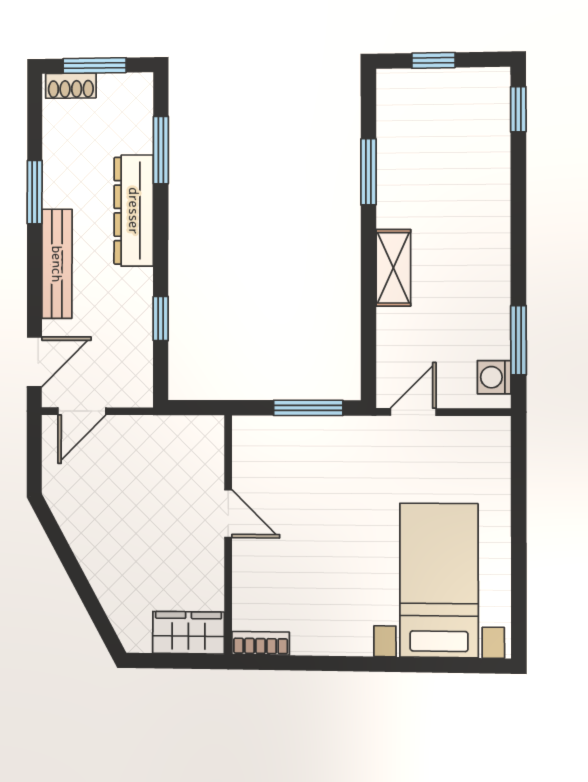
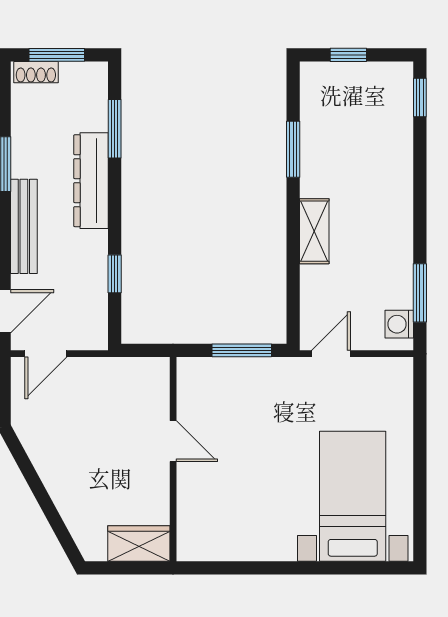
bookcase: (261, 643) -> (201, 552), removed

